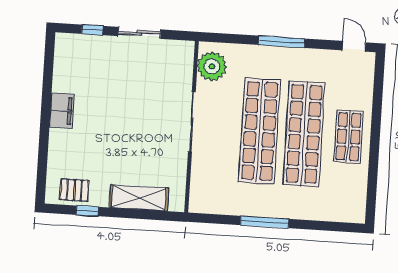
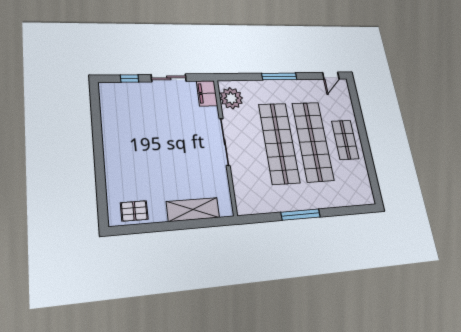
door: (354, 46) -> (331, 76), swing flipped
filing cabinet: (62, 111) -> (207, 93), moved, turned 180
window: (87, 211) -> (149, 228), removed

